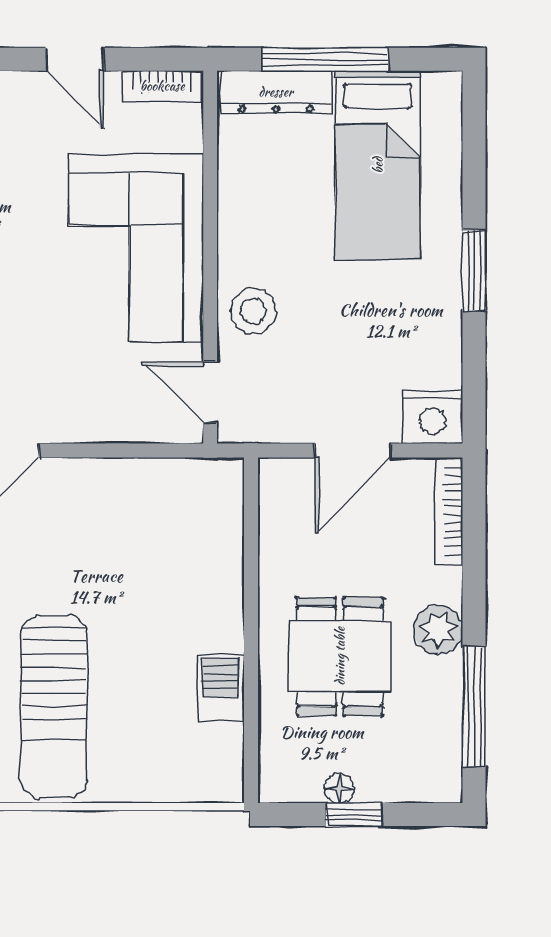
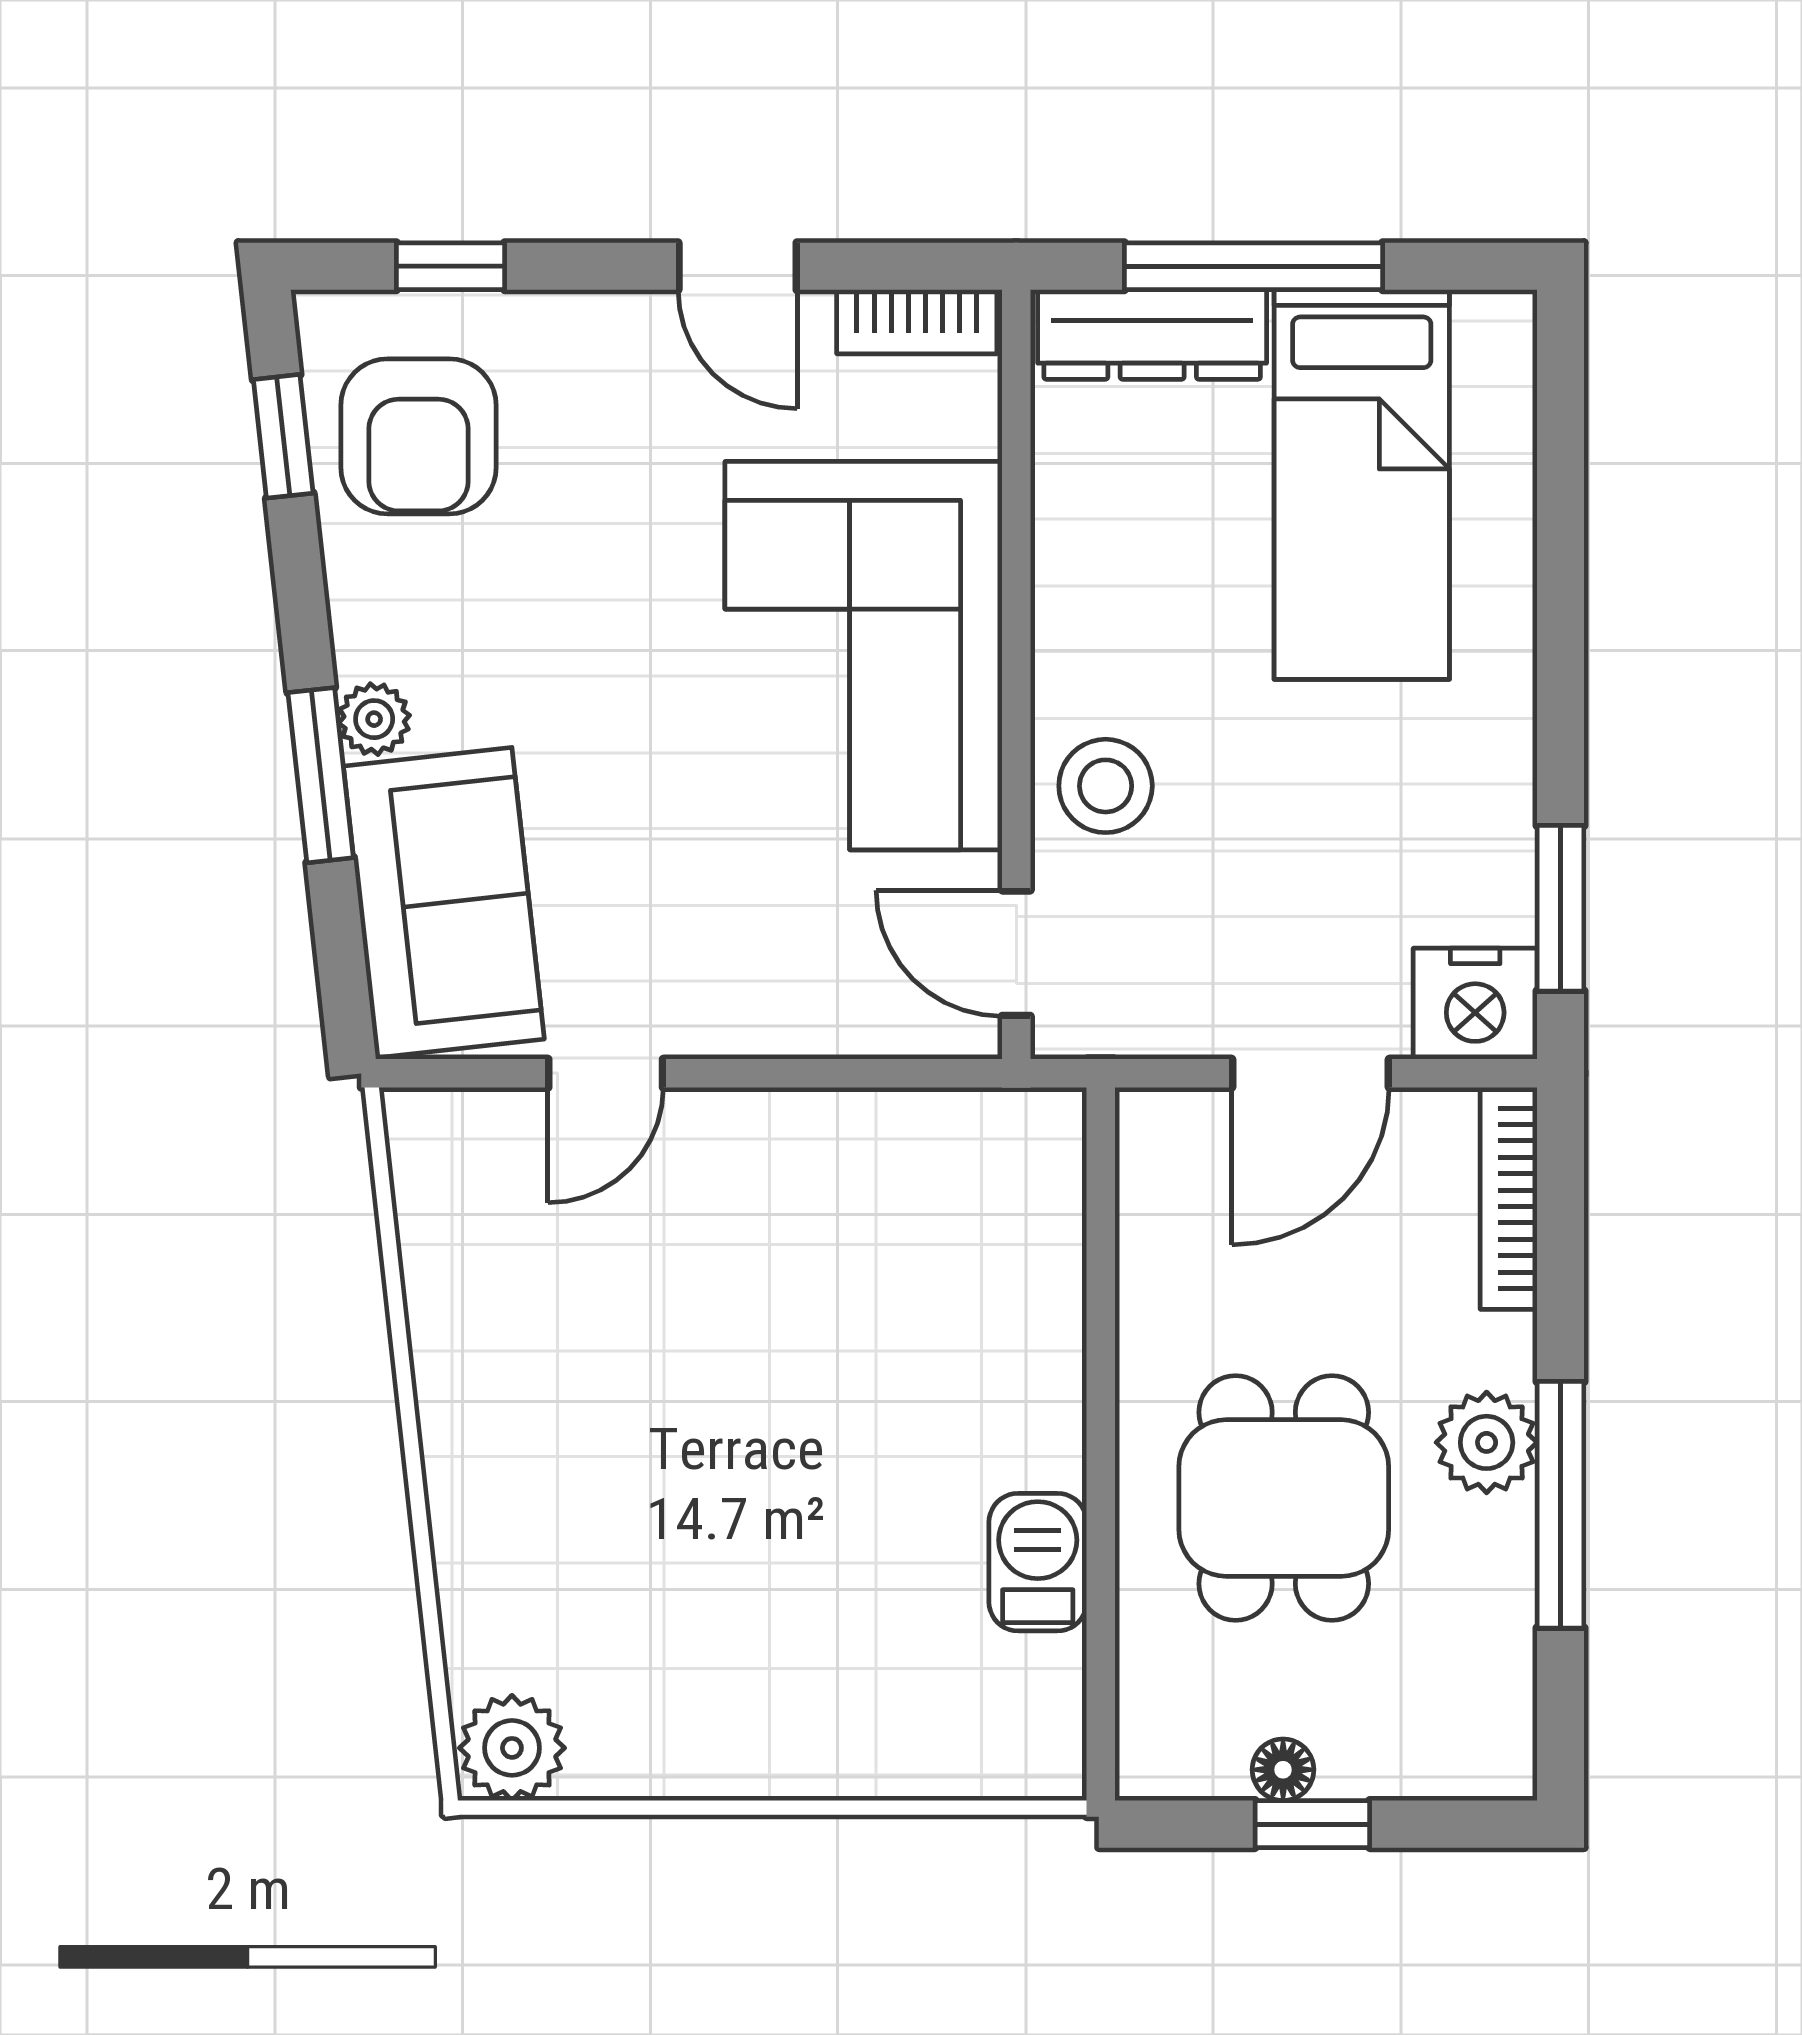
window: (474, 271) -> (1561, 908), moved
sun lounger: (54, 707) -> (694, 1602), removed
window: (474, 707) -> (1561, 1505), moved

